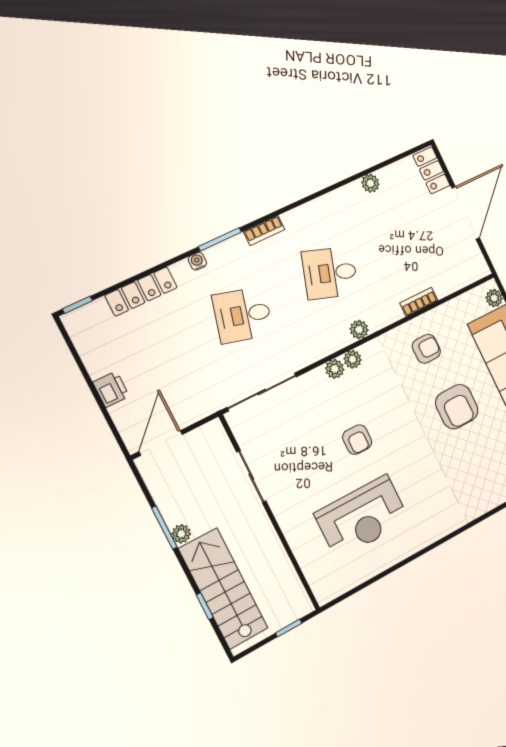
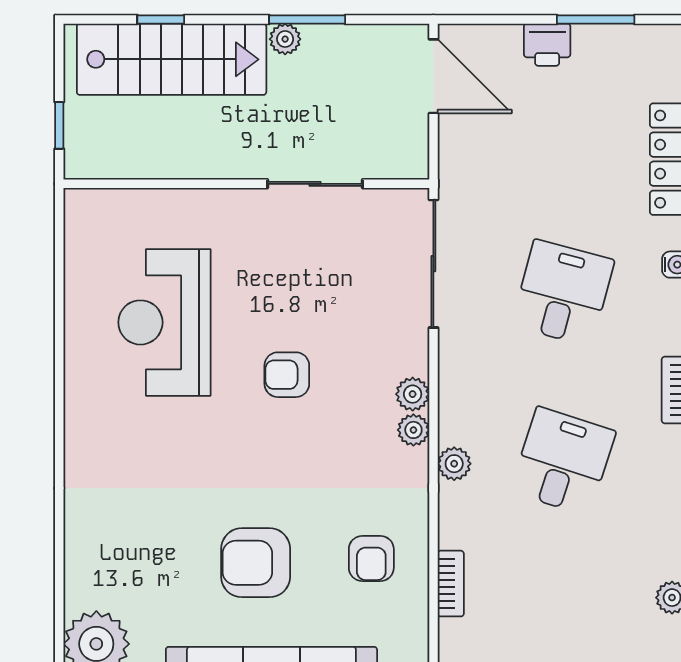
window: (83, 369) -> (596, 19), added

